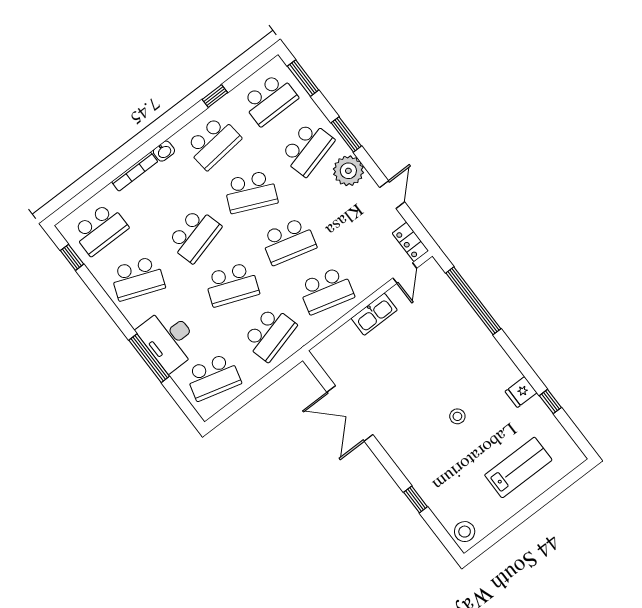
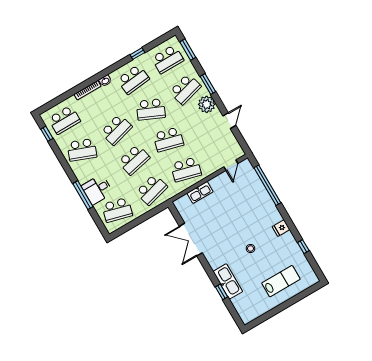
locker: (410, 242) -> (236, 148), removed
school desk: (232, 284) -> (134, 160), turned -33
kitchen sink: (374, 314) -> (200, 192), moved
desk: (169, 339) -> (97, 189), width x0.73
fridge: (521, 392) -> (281, 228), moved
kitchen sink: (424, 480) -> (228, 281), added
stool: (465, 532) -> (247, 313), removed

